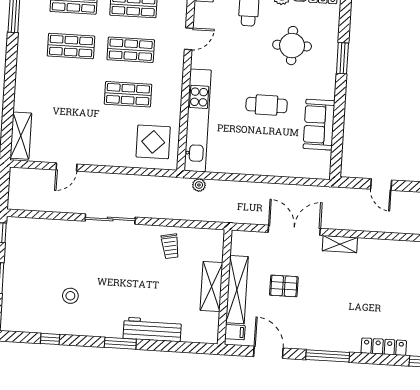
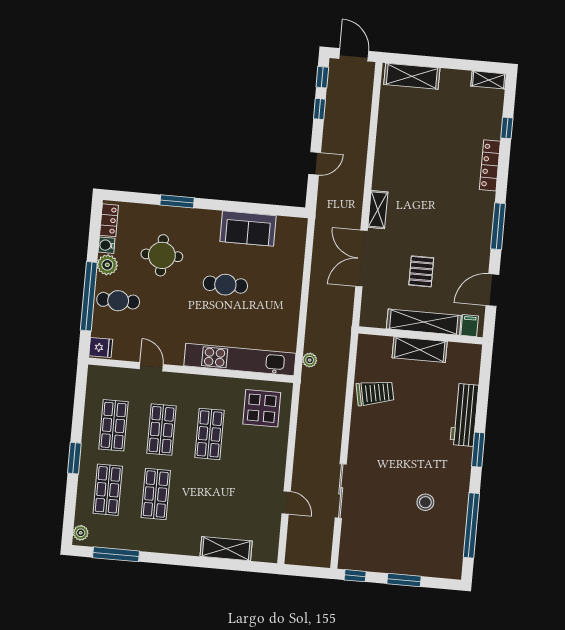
cafe table: (267, 105) -> (225, 285), turned 90
shelving: (21, 136) -> (226, 549), moved
sliding door: (110, 219) -> (341, 491), moved
trolley: (170, 246) -> (375, 393), width x1.36, depth x1.39
window: (50, 339) -> (471, 525), width x3.17

